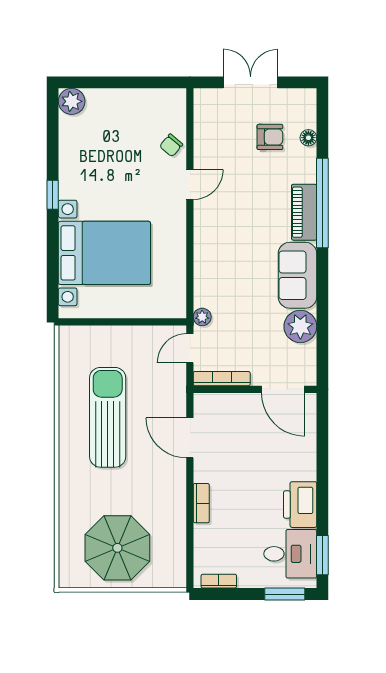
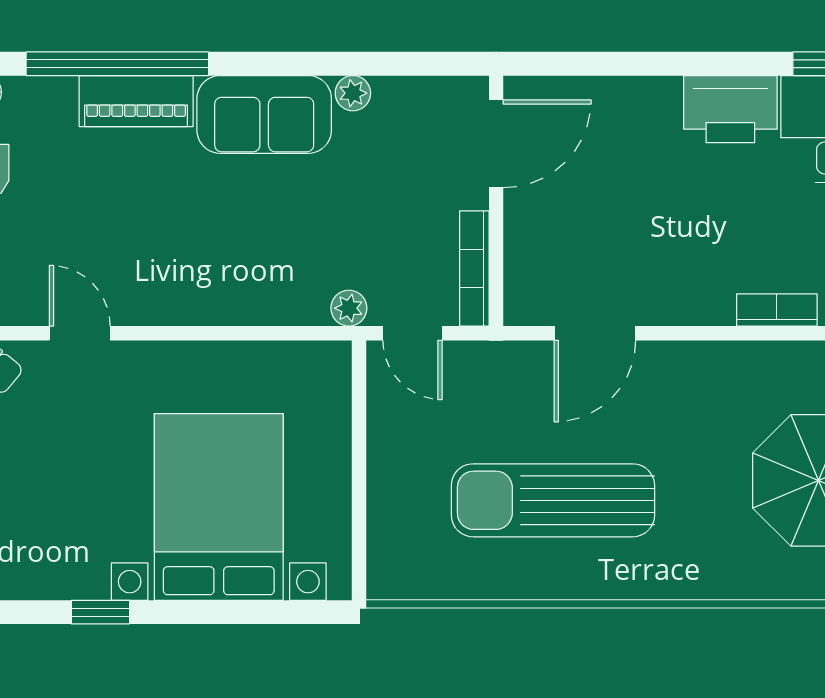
plant: (300, 326) -> (353, 93), width x0.53, depth x0.53
bookcase: (201, 503) -> (777, 310), moved

